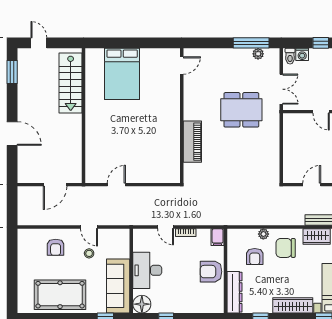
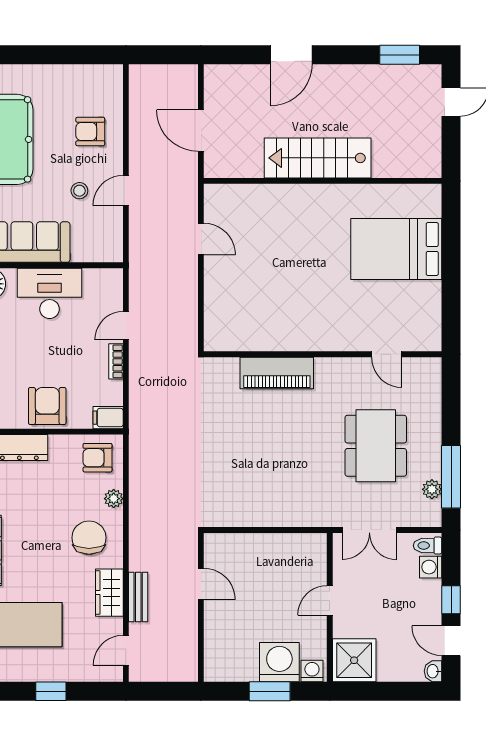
door: (182, 65) -> (387, 354), moved
stairs: (71, 83) -> (318, 158), moved
dining table: (241, 110) -> (376, 446), moved
armchair: (255, 257) -> (97, 458), moved

